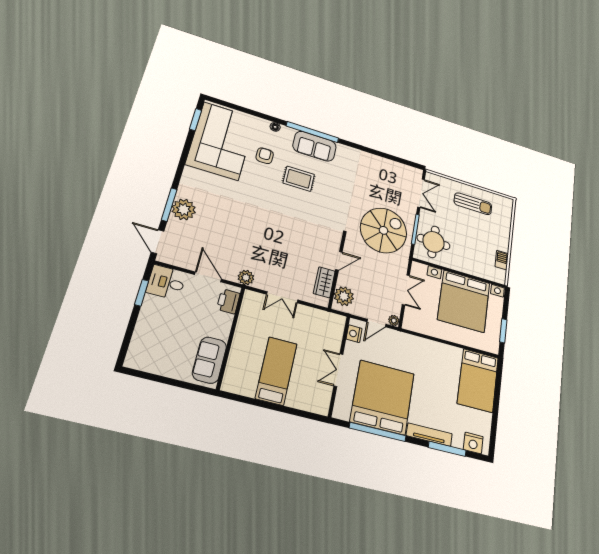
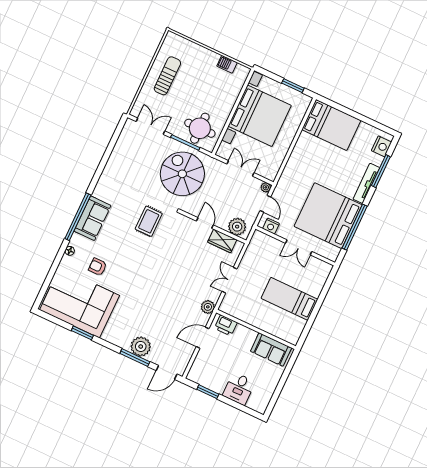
window: (196, 120) -> (82, 333), moved
rug: (299, 179) -> (149, 221), moved
desk: (166, 282) -> (239, 389), moved
double door: (282, 297) -> (229, 280), swing flipped

